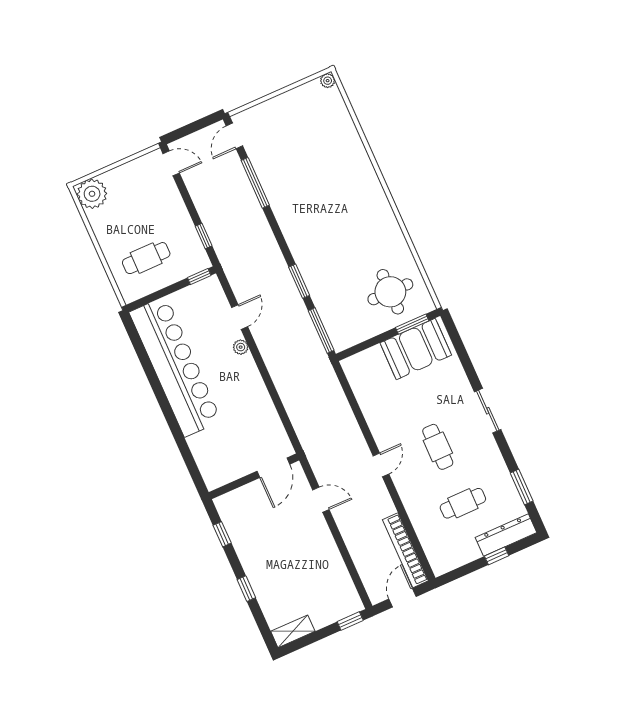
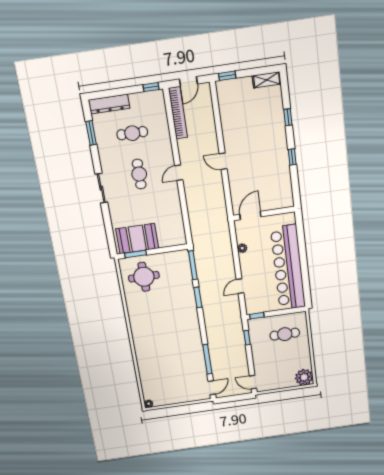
plant: (241, 347) -> (242, 248), moved
door: (273, 468) -> (250, 215), moved
wall: (254, 476) -> (264, 214), moved
window: (497, 556) -> (151, 87), moved

